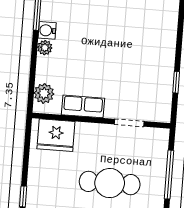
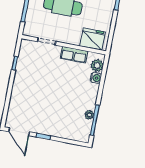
water cooler: (47, 30) -> (96, 78), moved
plant: (45, 48) -> (89, 115), moved

